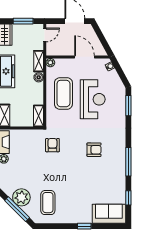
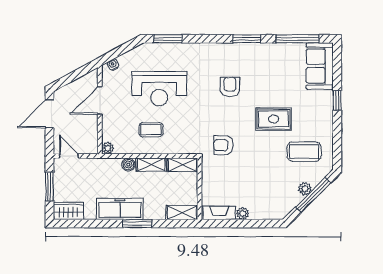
shelving: (39, 61) -> (151, 165), moved
coffee table: (63, 93) -> (151, 130), width x0.54, depth x0.58
reception desk: (93, 99) -> (159, 89), turned 180
window: (128, 162) -> (247, 39), width x0.69
rug: (71, 181) -> (273, 119), added
plant: (21, 197) -> (305, 189), width x0.53, depth x0.53
window: (128, 198) -> (297, 39), width x2.17

